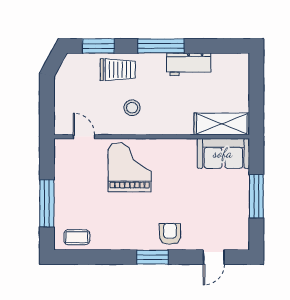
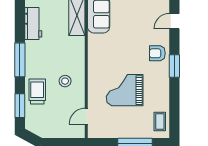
workbench: (189, 64) -> (33, 24), moved
grand piano: (130, 167) -> (125, 90), moved
door: (214, 257) -> (174, 21), swing flipped

